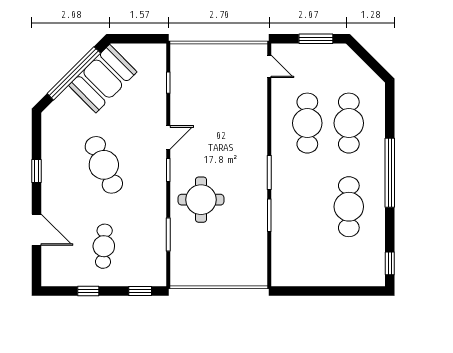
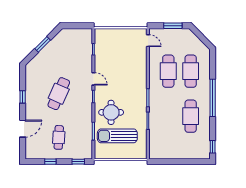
window: (74, 73) -> (43, 44), width x0.47
booth: (103, 79) -> (58, 47), removed
door: (168, 137) -> (93, 79), hinge flipped
cafe table: (104, 165) -> (59, 94), turned 48
door: (37, 230) -> (23, 129), hinge flipped
sun lounger: (213, 243) -> (117, 136), added

